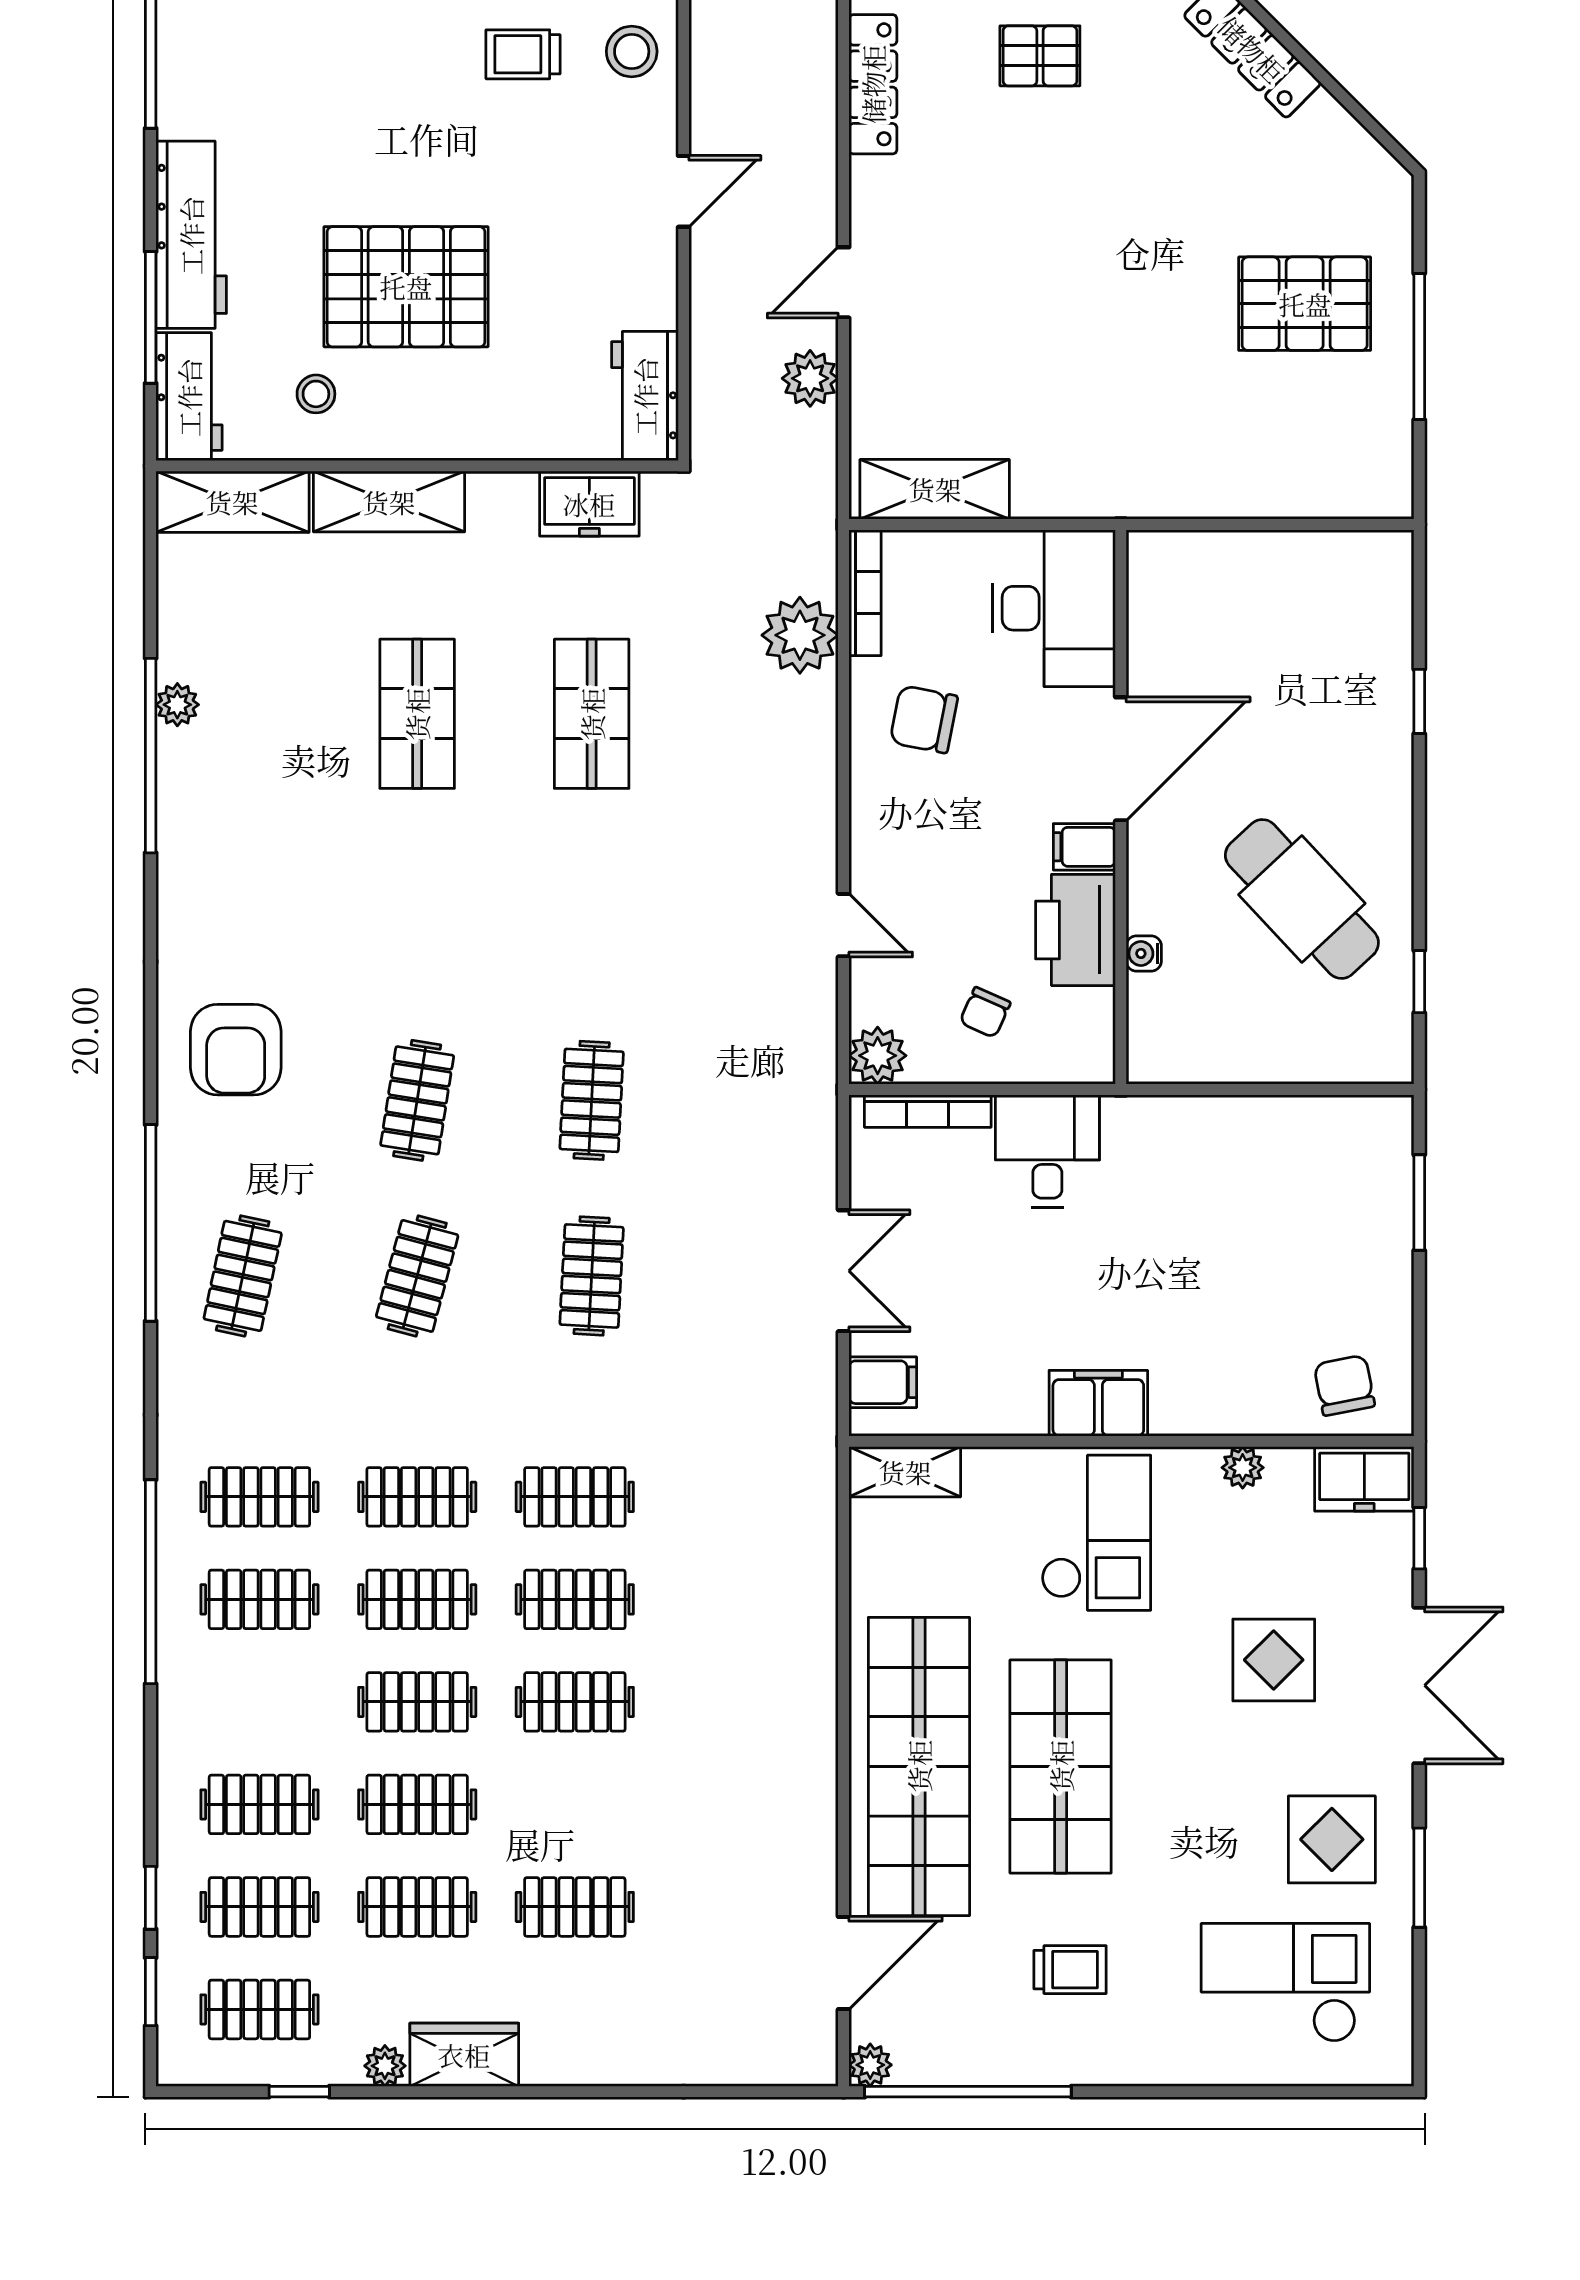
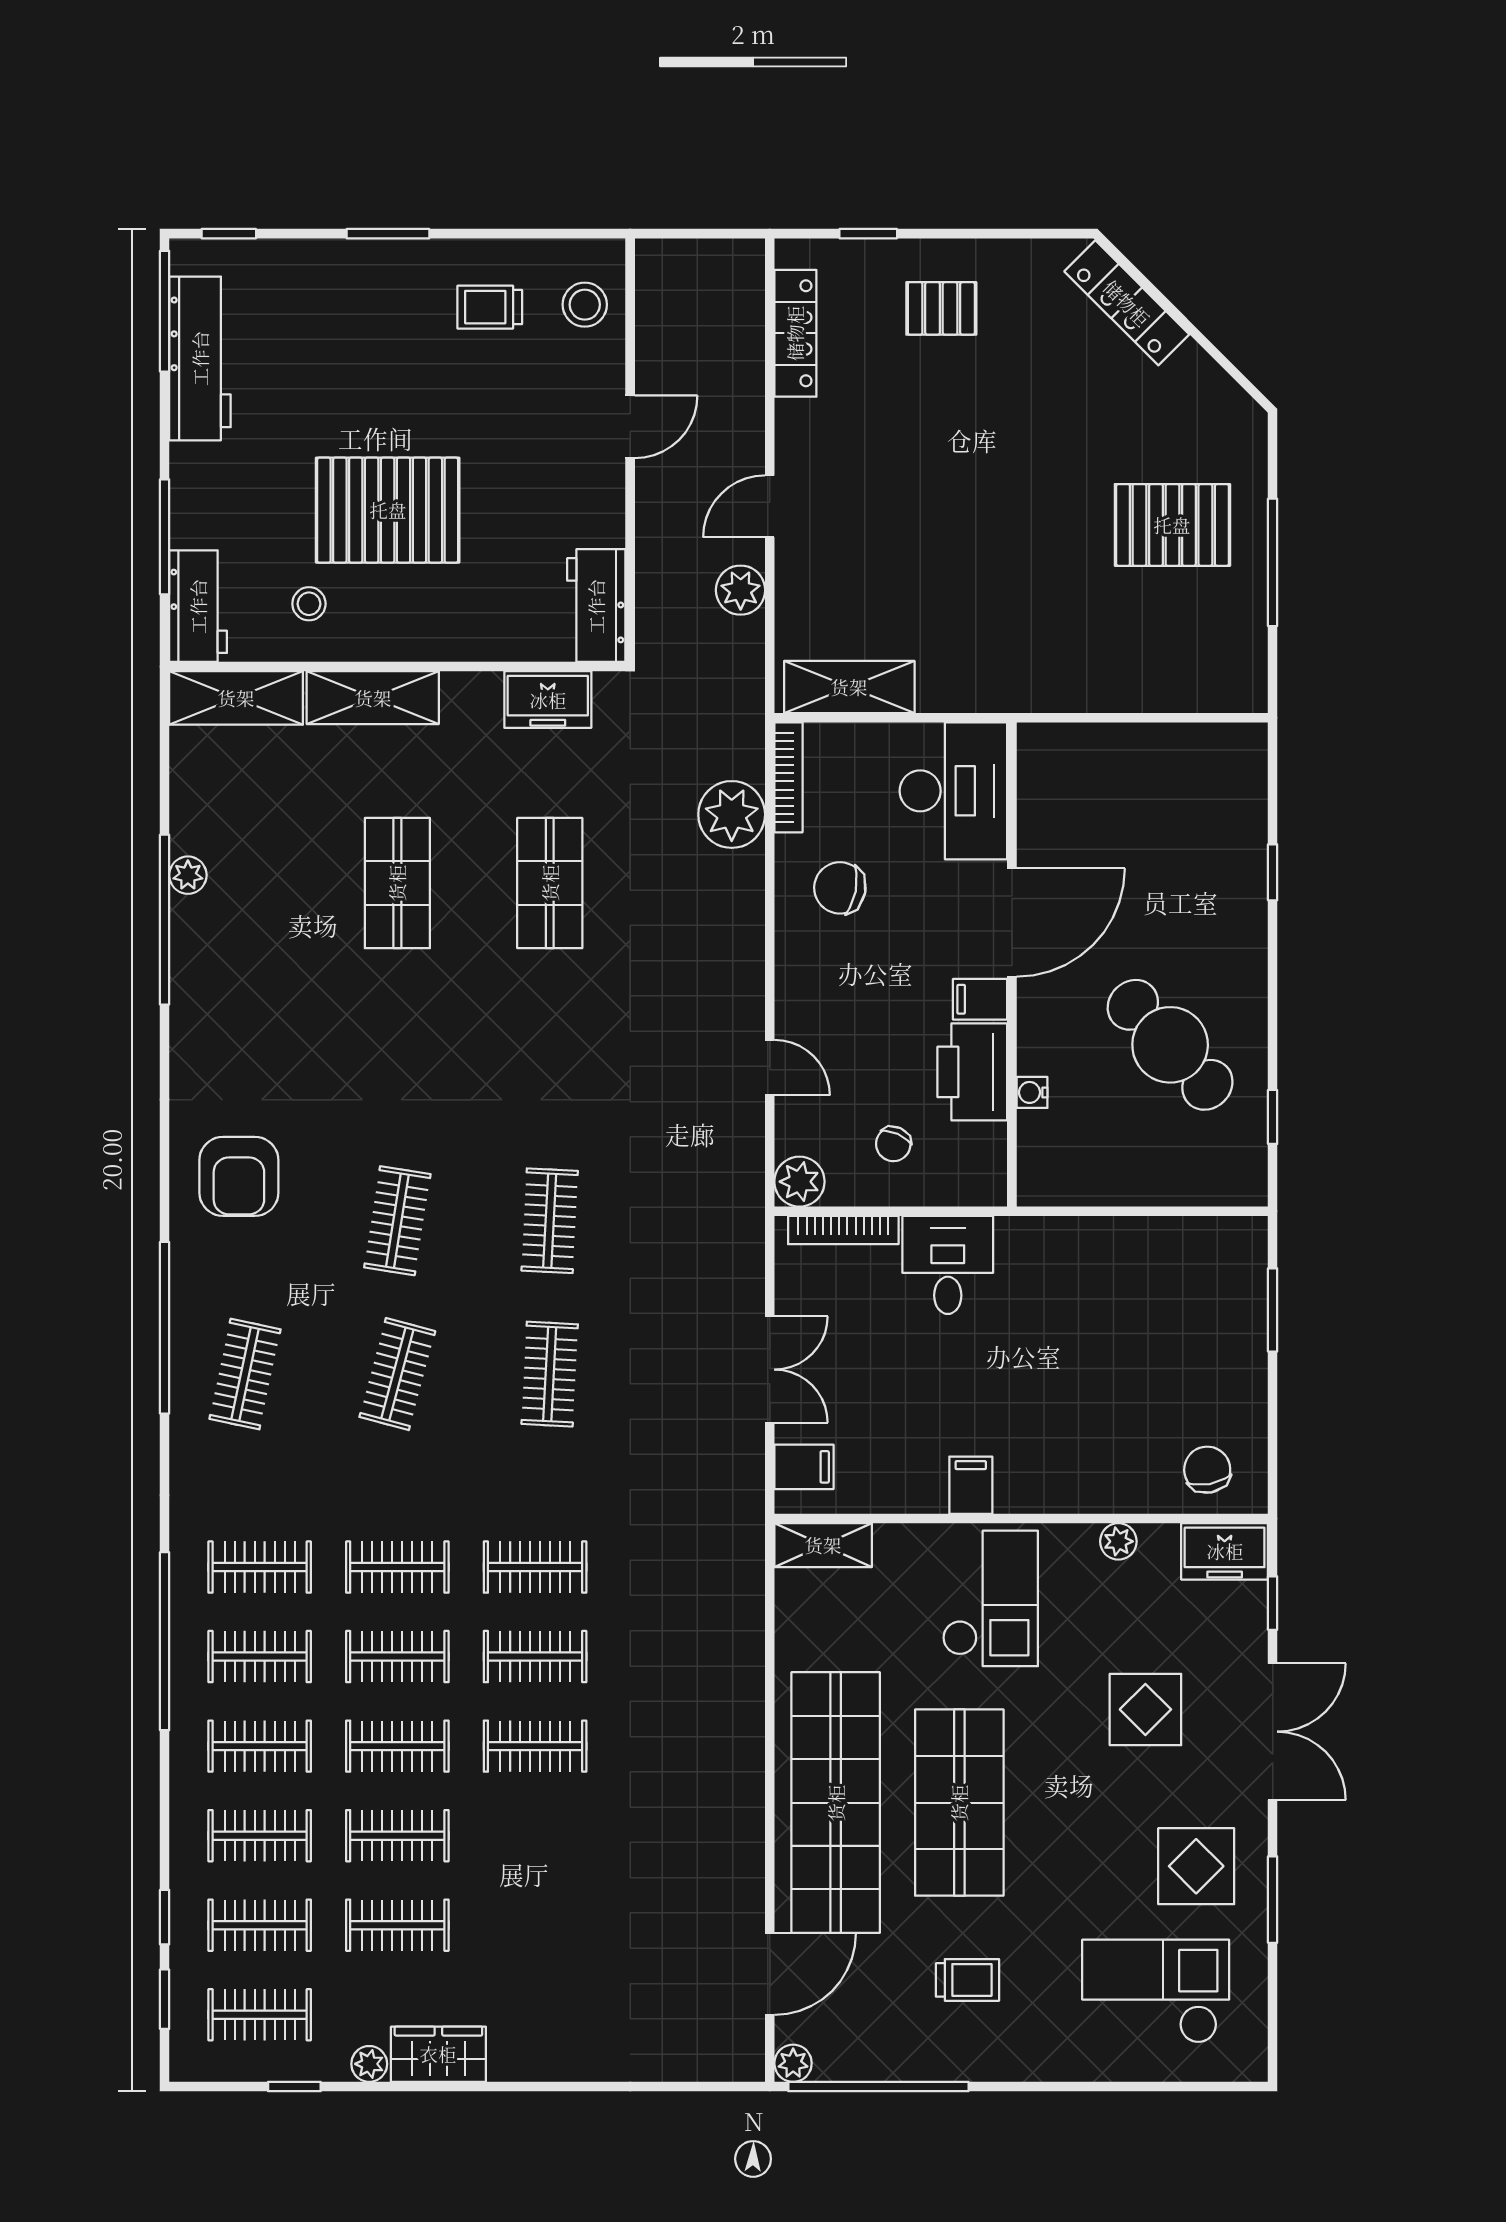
workbench: (191, 235) -> (200, 358), moved
filing cabinet: (1098, 1403) -> (971, 1485), width x0.50
clothes rail: (575, 1907) -> (260, 1746), moved

